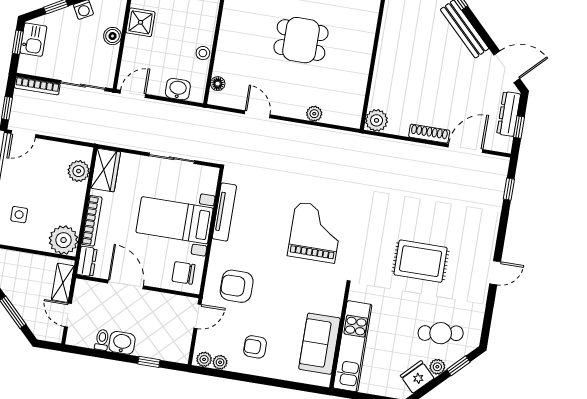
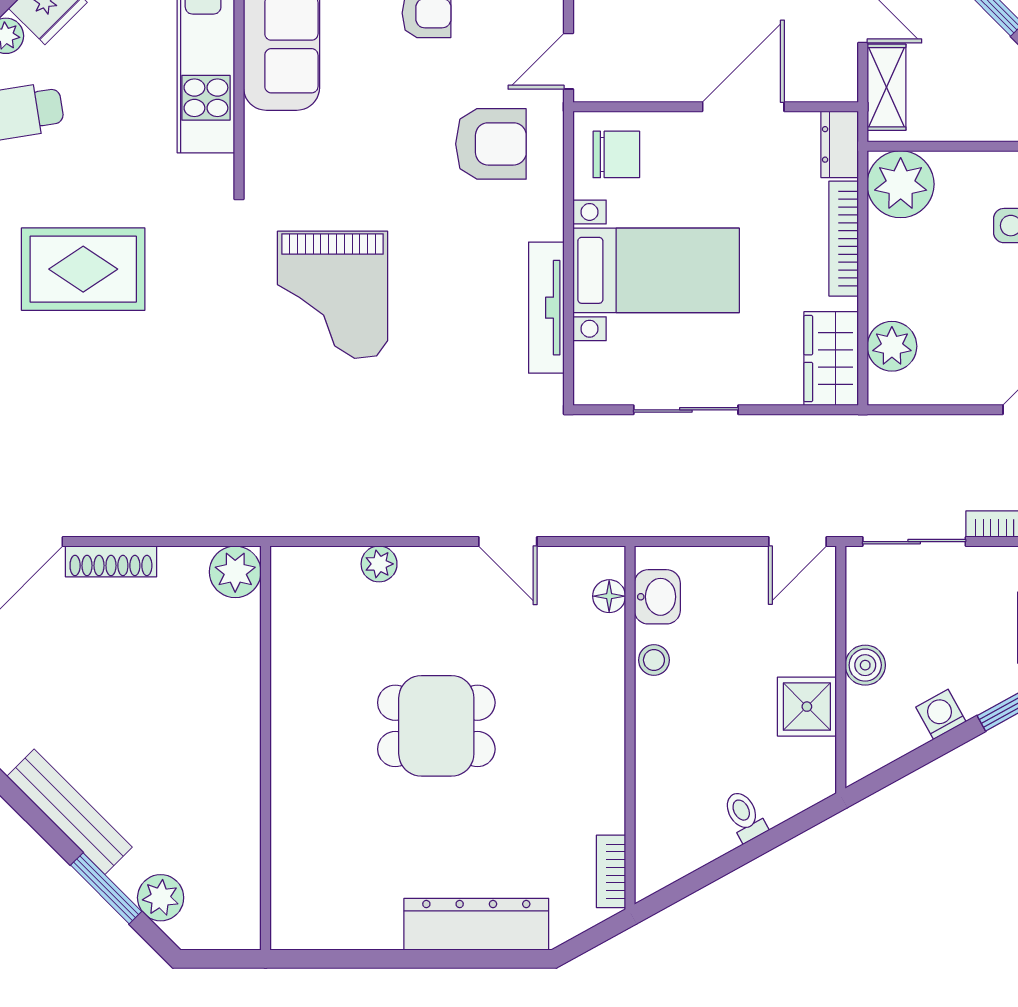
washbasin: (178, 89) -> (657, 597), moved, turned -90
door: (126, 284) -> (743, 107), swing flipped

